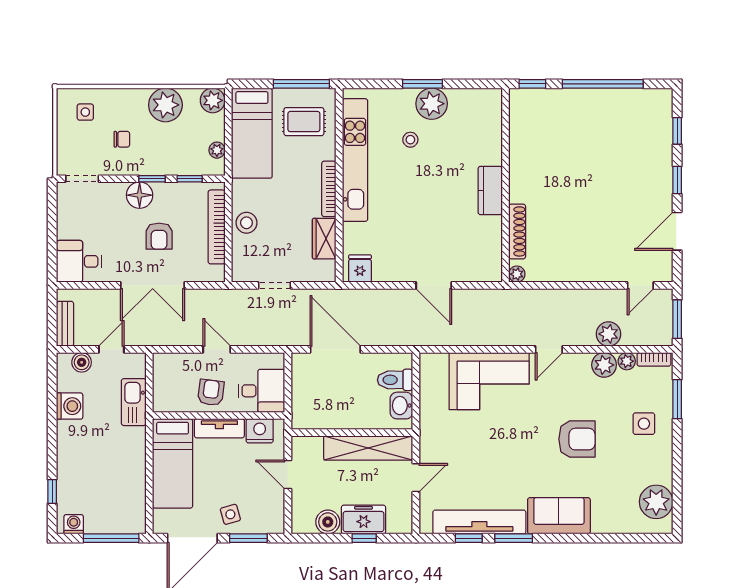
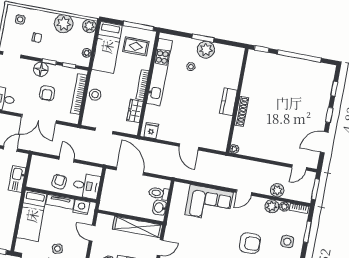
shoe rack: (517, 231) -> (242, 111), moved

